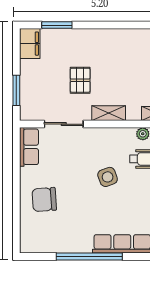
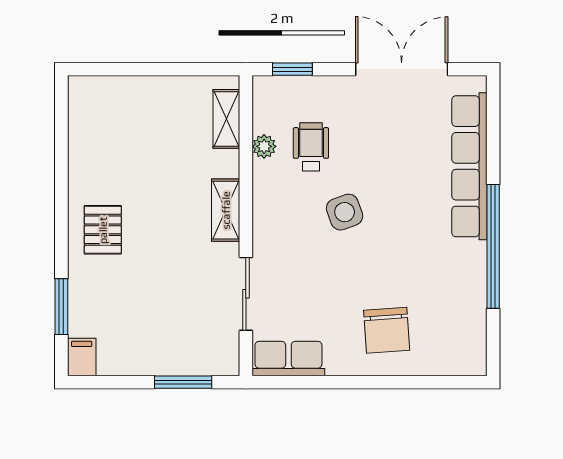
filing cabinet: (30, 44) -> (82, 357), width x0.50
pallet: (80, 80) -> (103, 230), moved, turned 90

